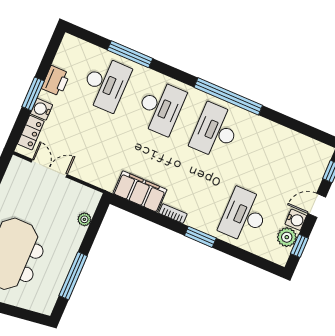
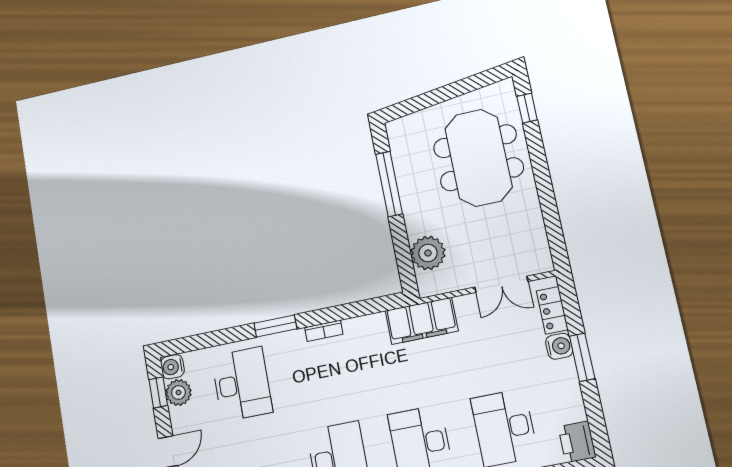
printer: (56, 81) -> (577, 442), moved
filing cabinet: (140, 192) -> (422, 321), moved
plant: (84, 219) -> (428, 253), width x1.87, depth x1.87
water cooler: (296, 220) -> (172, 367), moved

